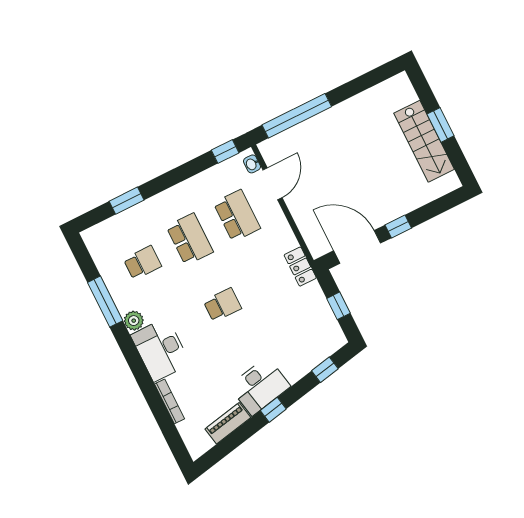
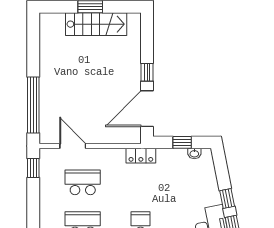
washbasin: (252, 164) -> (194, 153), moved
window: (325, 370) -> (227, 198), moved

